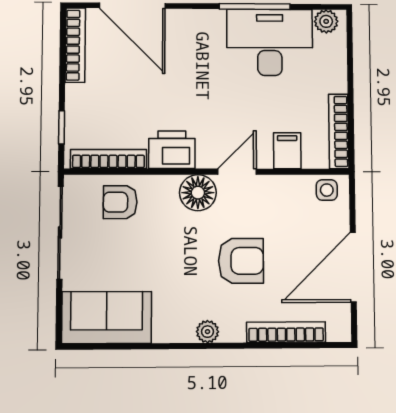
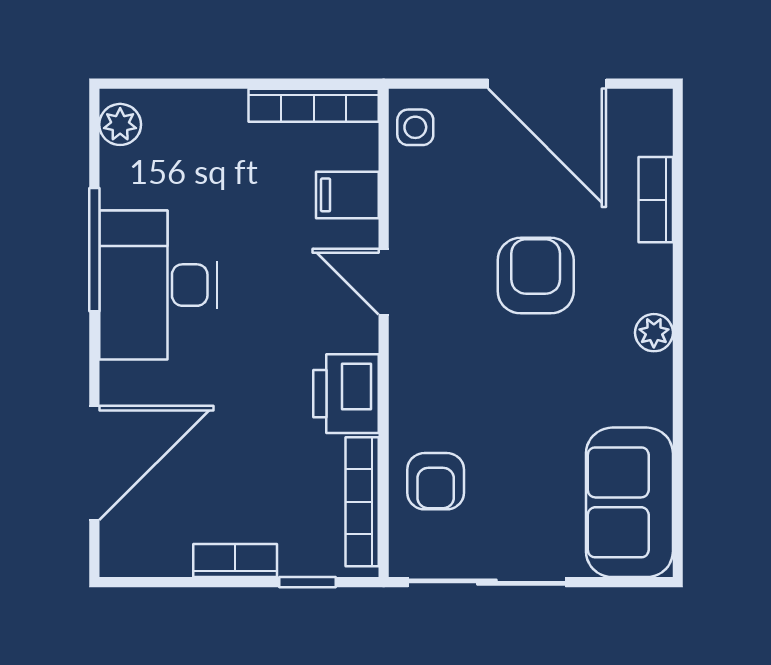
desk: (270, 42) -> (158, 285), moved
bookcase: (75, 45) -> (235, 561), moved, width x0.64
floor lamp: (198, 193) -> (420, 349), removed
bookcase: (286, 332) -> (656, 200), width x0.64

